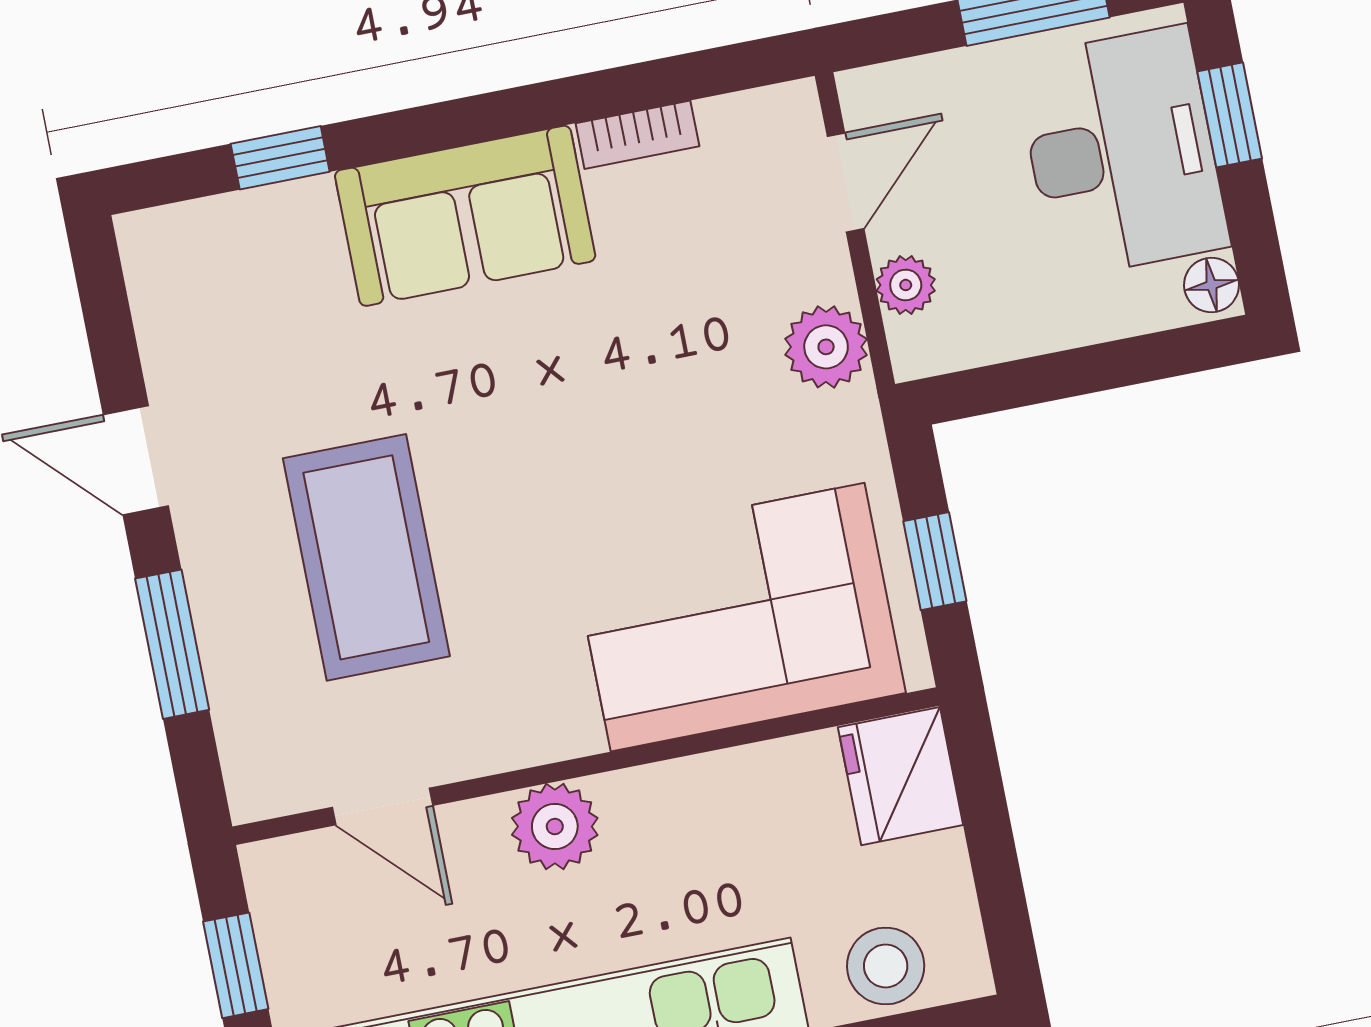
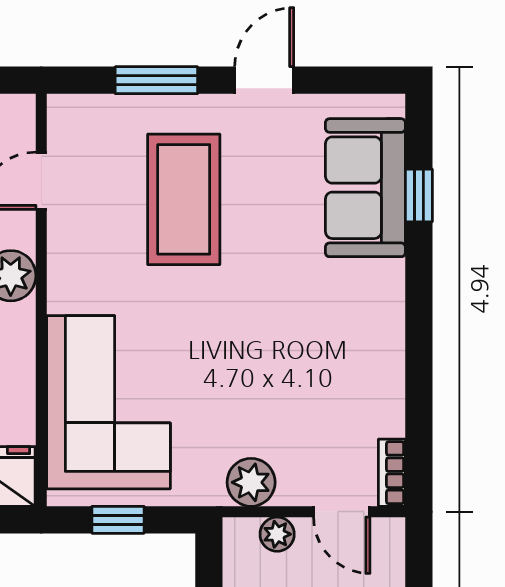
bookcase: (637, 135) -> (392, 473), moved
sofa: (465, 216) -> (365, 188), moved
coffee table: (366, 557) -> (184, 199), turned 90

